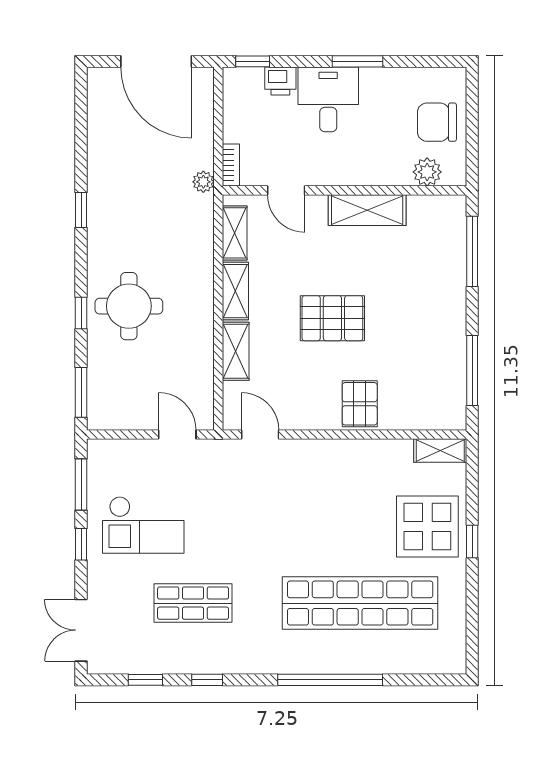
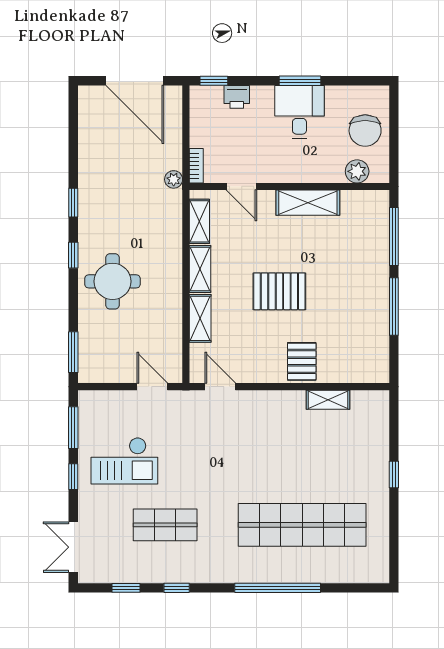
desk: (328, 99) -> (299, 112), moved
chair: (437, 122) -> (365, 131), turned -90
window: (81, 313) -> (73, 255), moved
window: (472, 371) -> (394, 307), moved
shelving: (440, 450) -> (328, 400), moved
display table: (427, 527) -> (357, 462), removed

